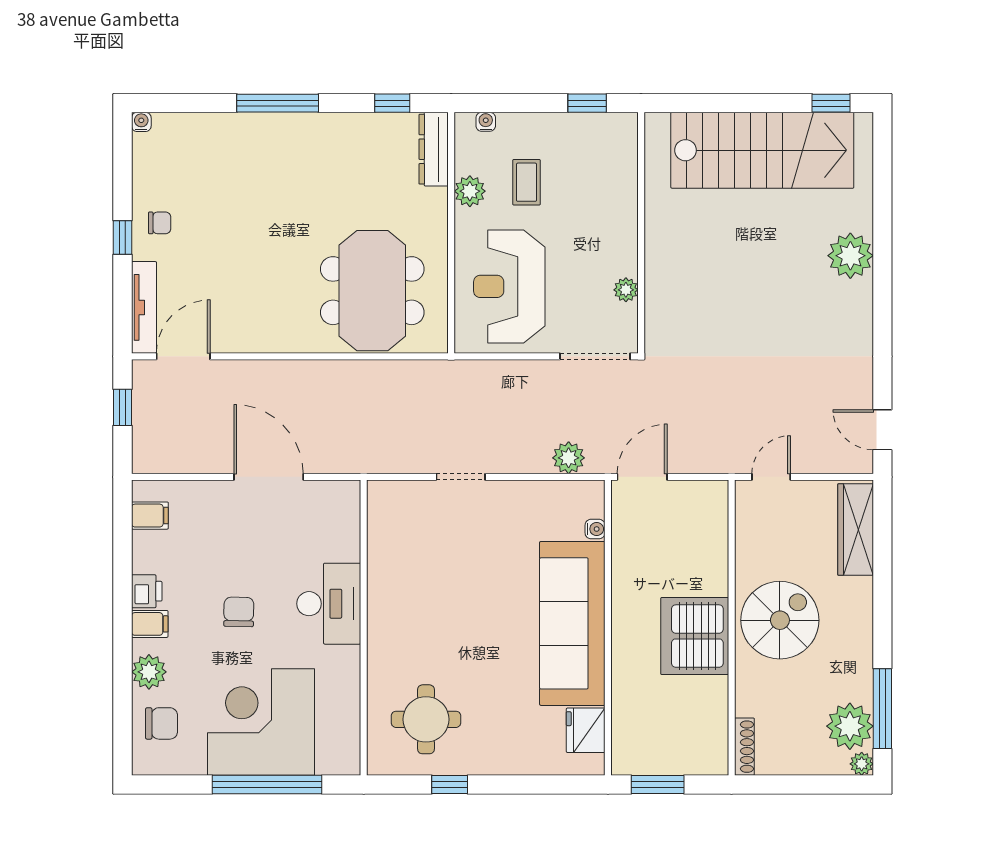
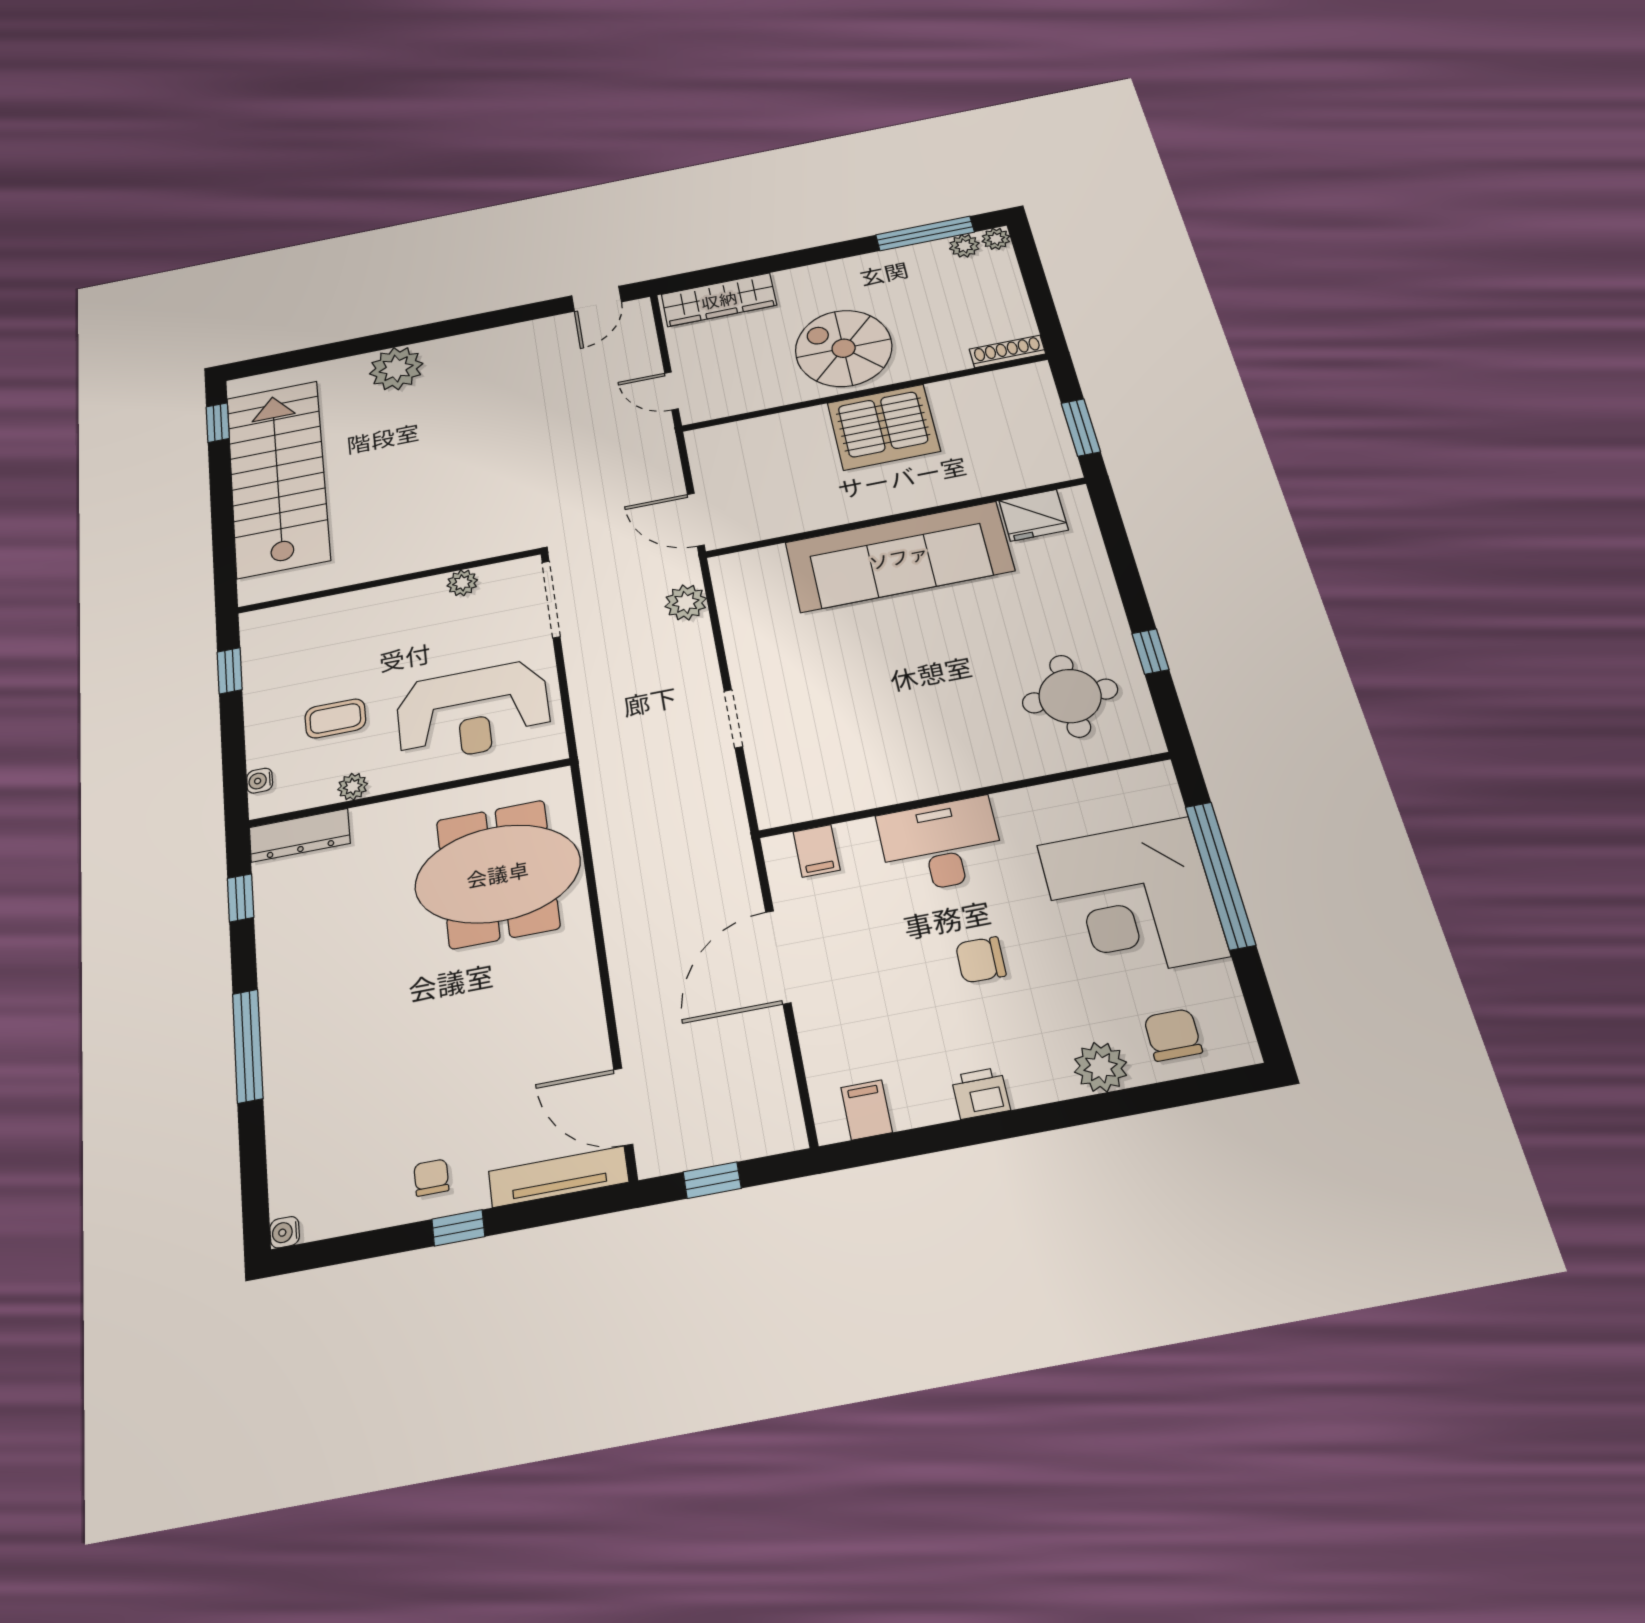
plant: (470, 191) -> (353, 787), width x0.73, depth x0.73
water cooler: (595, 529) -> (772, 556), removed
filing cabinet: (150, 624) -> (817, 851), moved, turned 180
plant: (850, 726) -> (964, 246), width x0.53, depth x0.53

